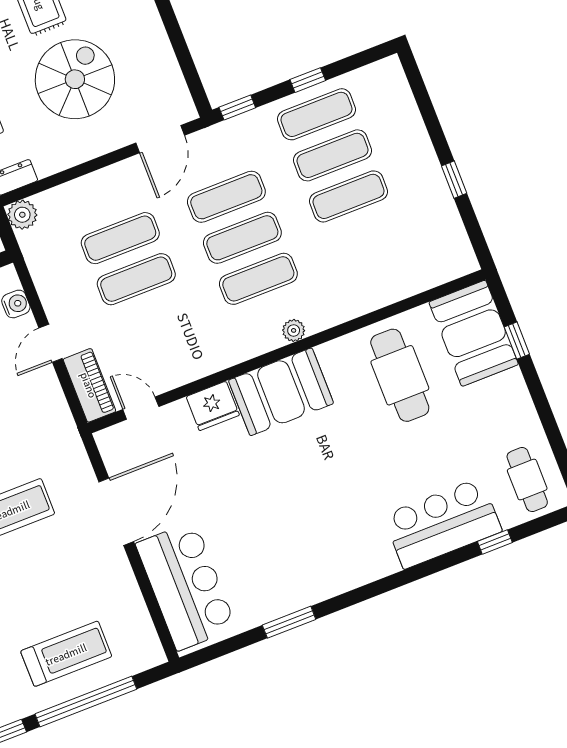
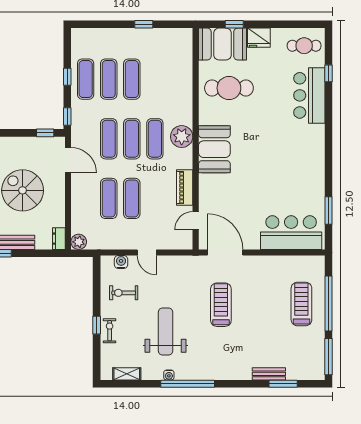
window: (193, 80) -> (45, 133), added
plant: (294, 330) -> (182, 137), width x1.88, depth x1.88
piano: (89, 385) -> (185, 188), moved, turned -90
fridge: (213, 406) -> (259, 38), moved, turned 90
door: (116, 512) -> (225, 252), moved
window: (289, 622) -> (328, 210), moved

